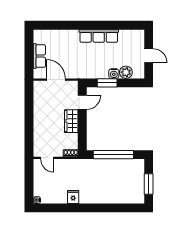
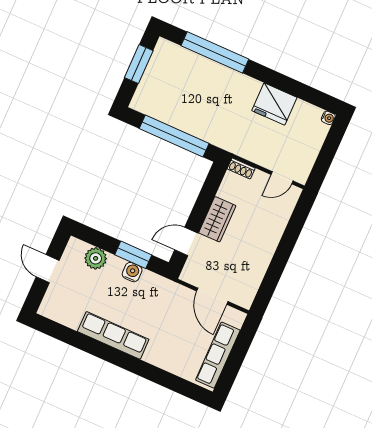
row of seats: (39, 56) -> (218, 355), width x1.48
water cooler: (114, 74) -> (132, 272), moved
door: (47, 158) -> (282, 178), swing flipped
fridge: (73, 197) -> (274, 104), width x1.88, depth x1.34
window: (111, 208) -> (215, 52), added

